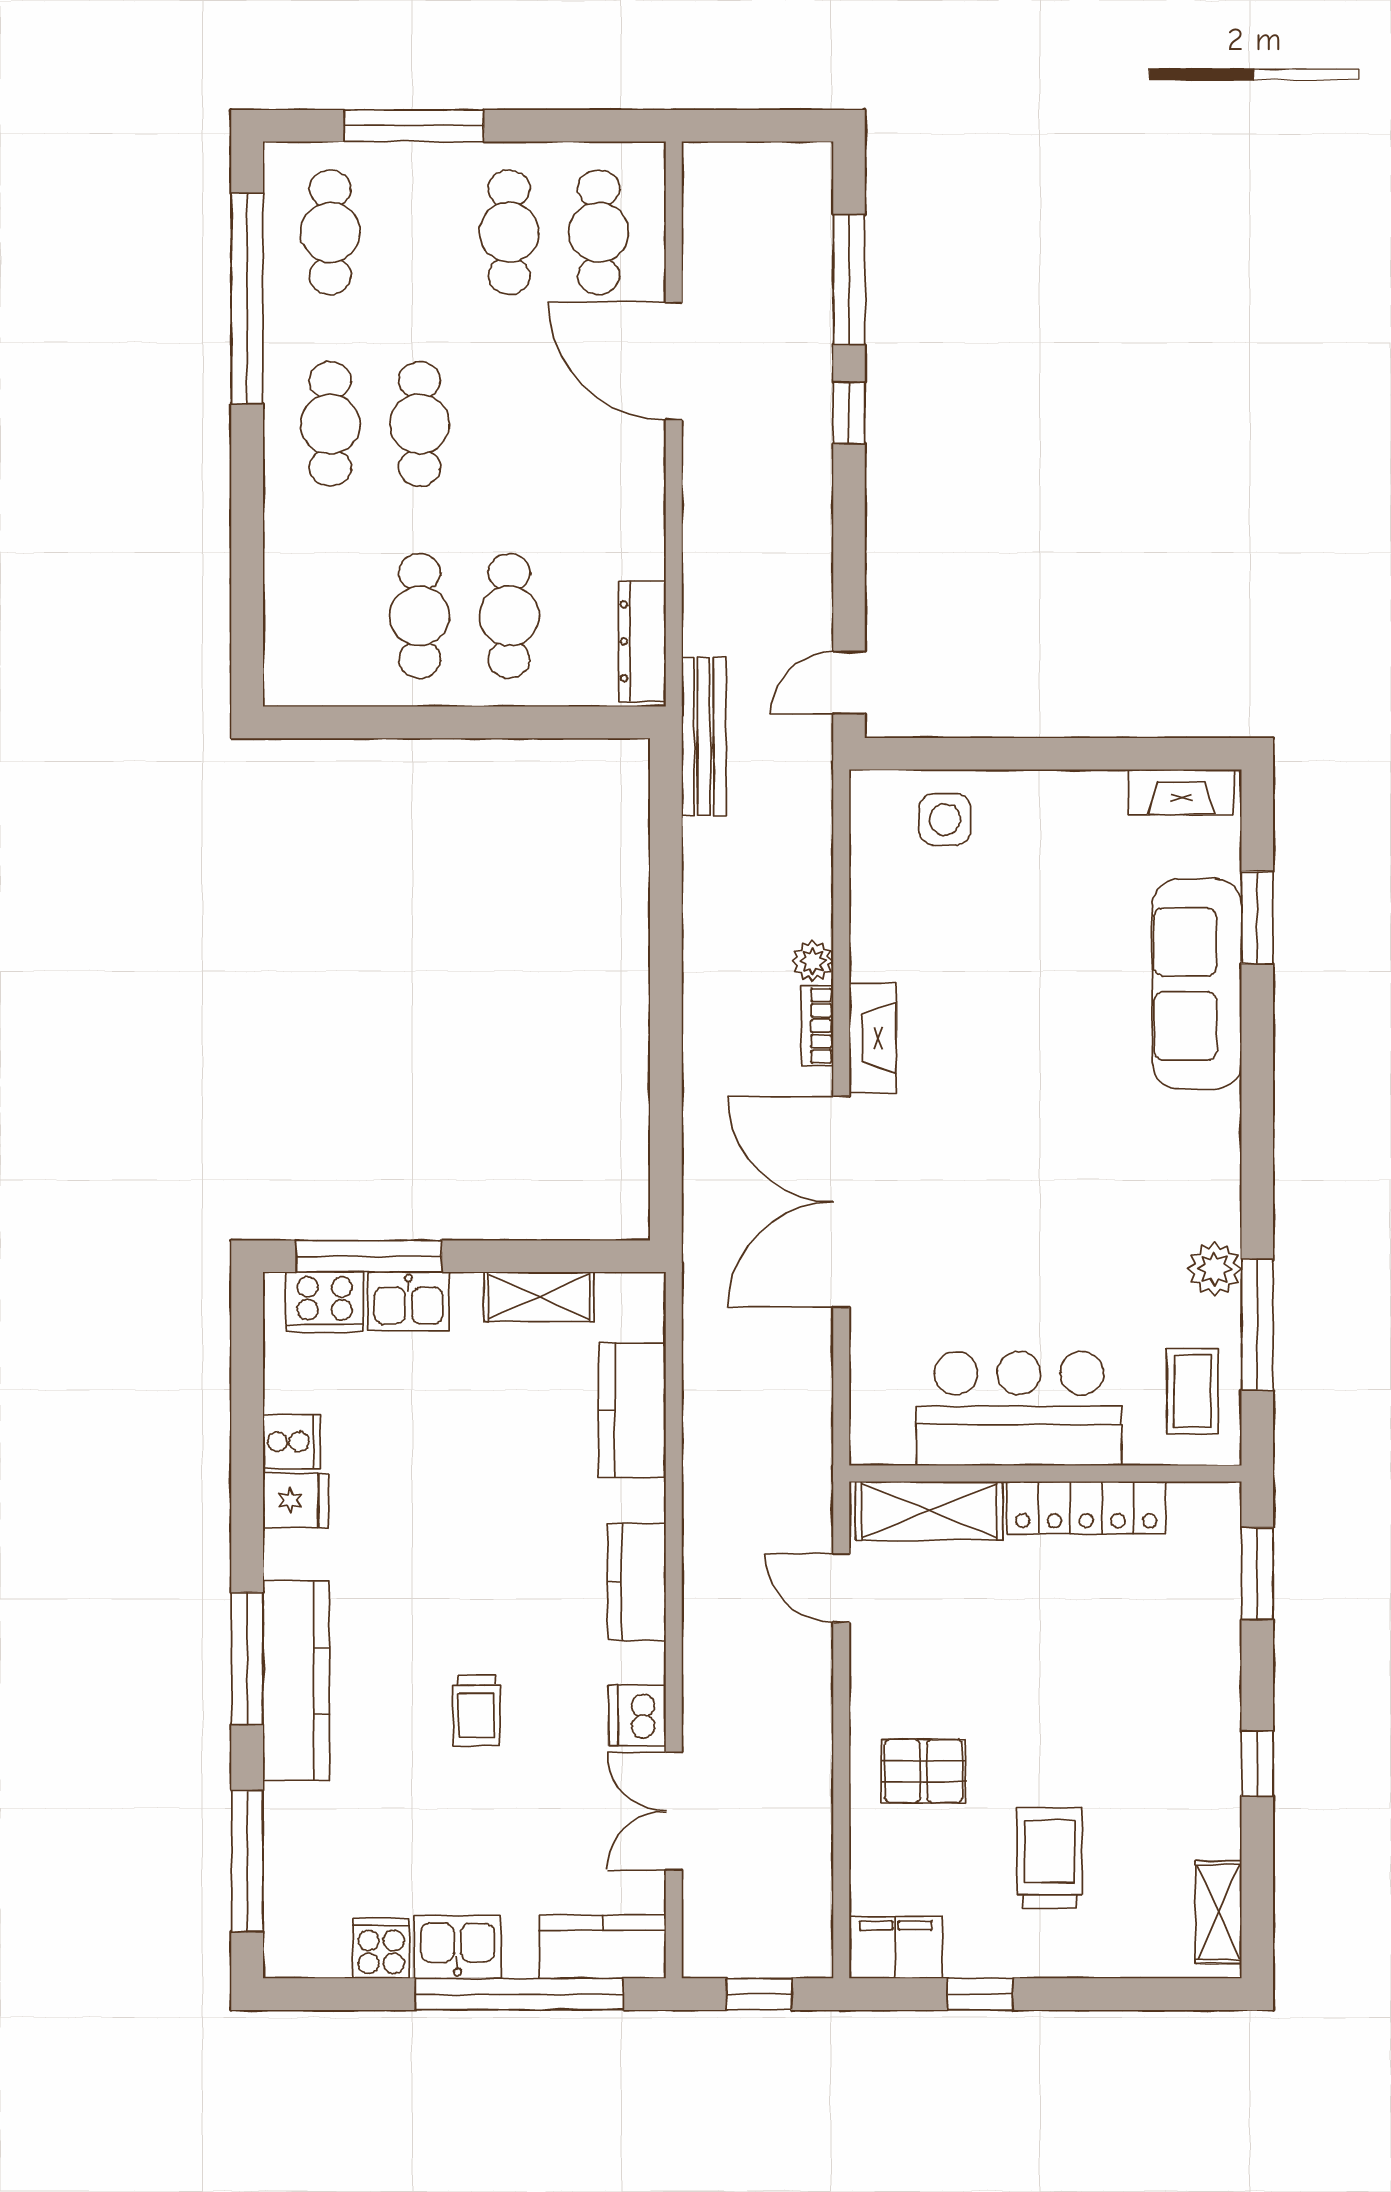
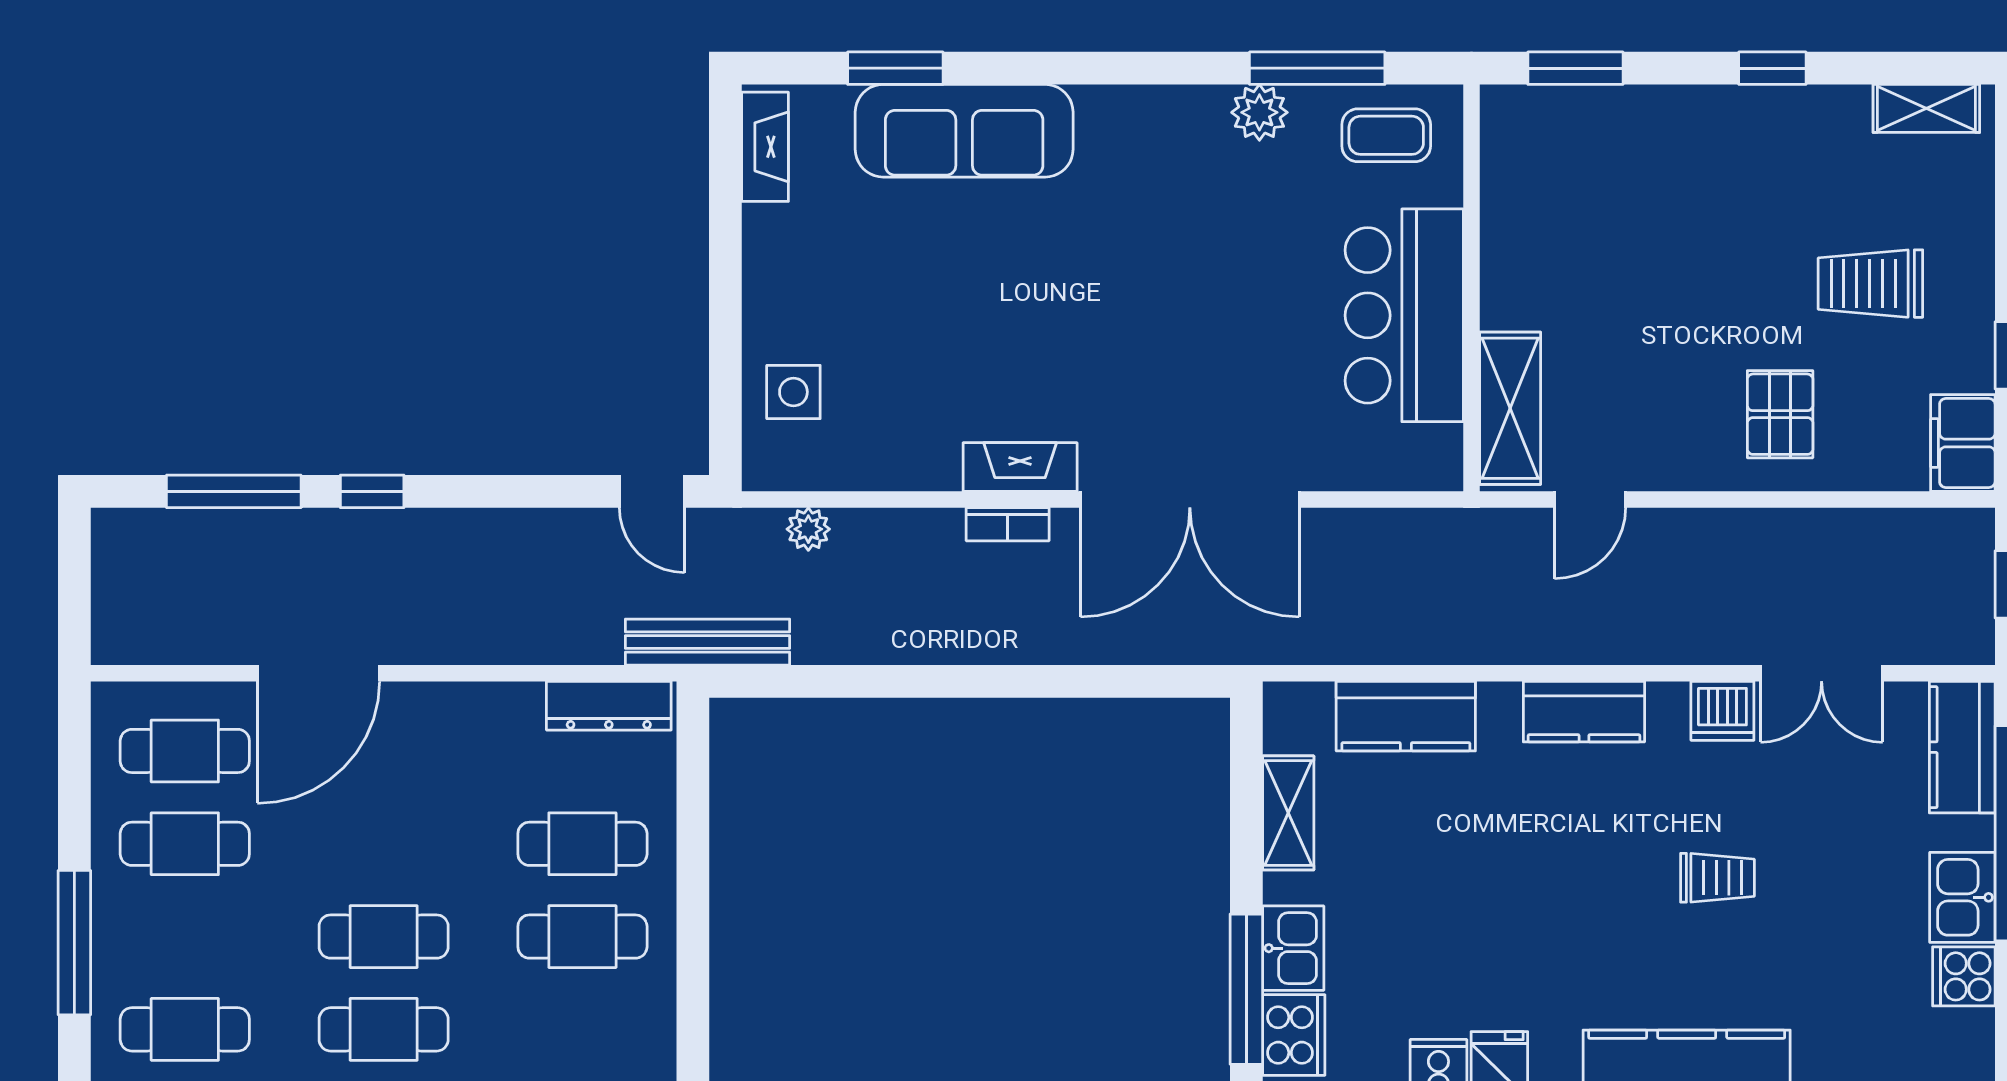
plant: (813, 961) -> (808, 529), moved
locker: (1086, 1508) -> (1507, 245), removed

